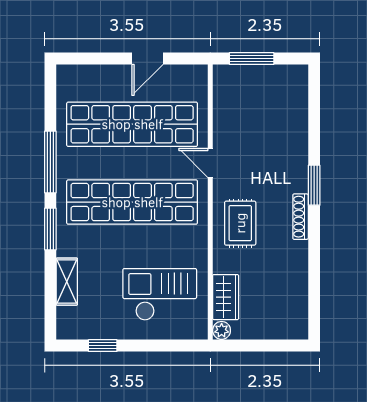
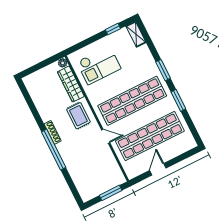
window: (50, 162) -> (178, 100), width x0.69
window: (314, 185) -> (54, 150), width x2.11
shelving: (67, 282) -> (136, 34), moved
wardrobe: (226, 297) -> (71, 84), width x1.50

